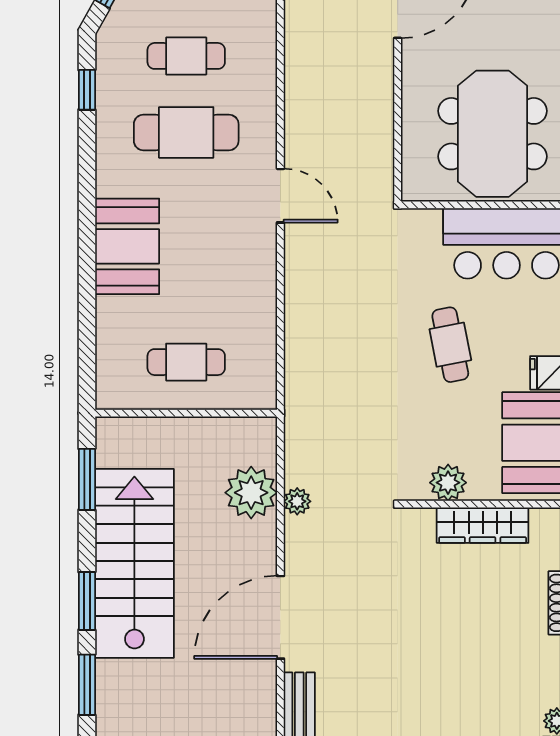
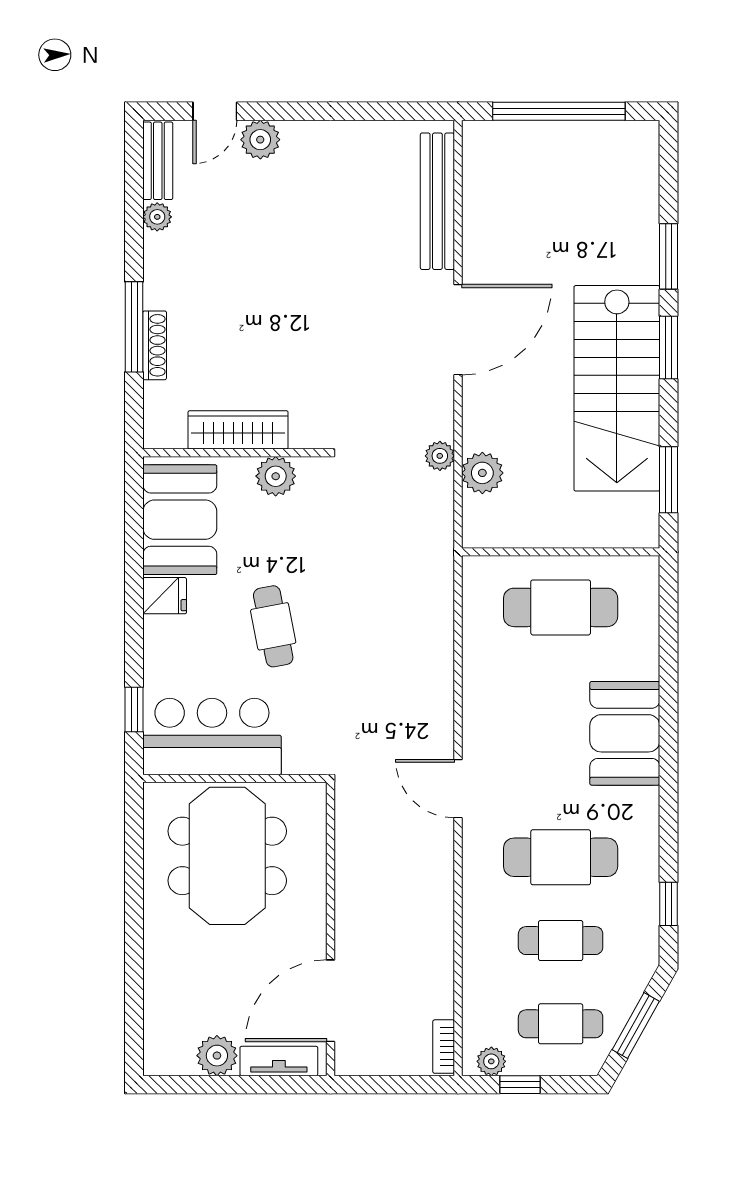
cafe table: (186, 362) -> (561, 607), width x1.37, depth x1.35
plant: (251, 493) -> (482, 473), width x0.73, depth x0.73

